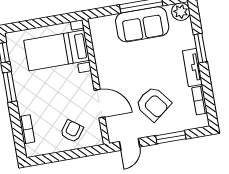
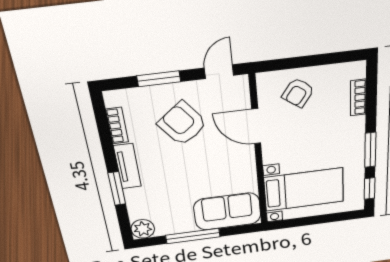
sofa: (142, 24) -> (227, 212), moved

